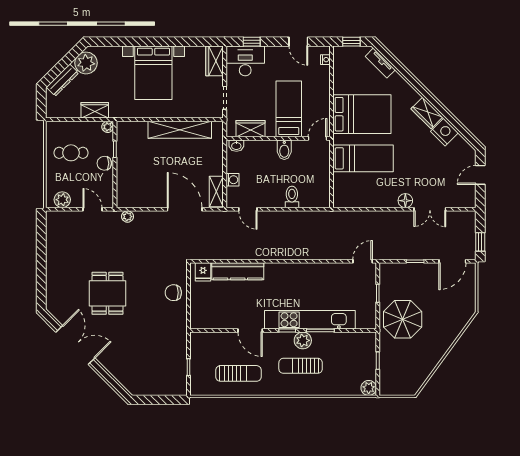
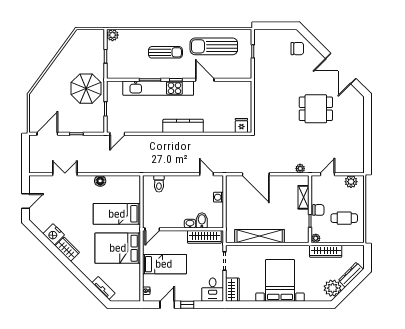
window: (252, 42) -> (187, 305), moved
door: (298, 42) -> (167, 305), hinge flipped
window: (351, 42) -> (126, 305), removed
desk: (245, 61) -> (213, 290), width x0.73
bed: (289, 109) -> (164, 264), moved, turned -90
wardrobe: (95, 110) -> (326, 251), width x1.50
wardrobe: (251, 129) -> (204, 237), width x1.50
washbasin: (236, 146) -> (190, 224), moved
bidet: (284, 150) -> (202, 220), moved
shelving: (216, 192) -> (304, 197), moved
toilet: (292, 197) -> (159, 184), moved
floor lamp: (405, 201) -> (100, 181), moved
door: (92, 209) -> (327, 174), swing flipped
window: (480, 242) -> (26, 149), removed
kitchen counter: (238, 271) -> (183, 126), moved
dining table: (107, 293) -> (316, 109), turned 90
chair: (173, 293) -> (297, 49), moved
plant: (303, 340) -> (164, 72), removed
sun lounger: (238, 373) -> (214, 46), width x1.36, depth x1.34

